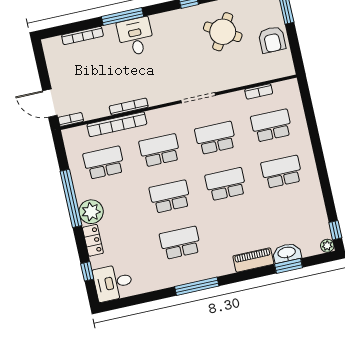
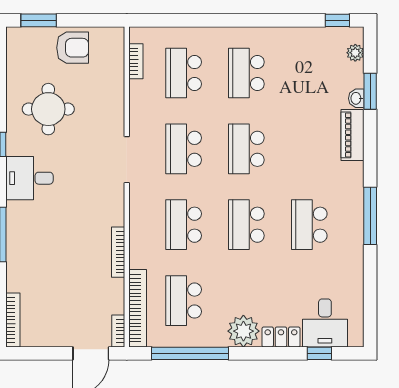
round table: (223, 32) -> (48, 109), turned -31
bookcase: (82, 36) -> (13, 320), moved
desk: (136, 37) -> (30, 178), moved
bookcase: (259, 91) -> (136, 61), moved
bookcase: (117, 124) -> (138, 308), moved
window: (71, 198) -> (190, 353), moved
plant: (327, 246) -> (355, 53), moved
washbasin: (287, 253) -> (356, 98), width x0.52, depth x0.69
desk: (113, 283) -> (325, 323), moved

